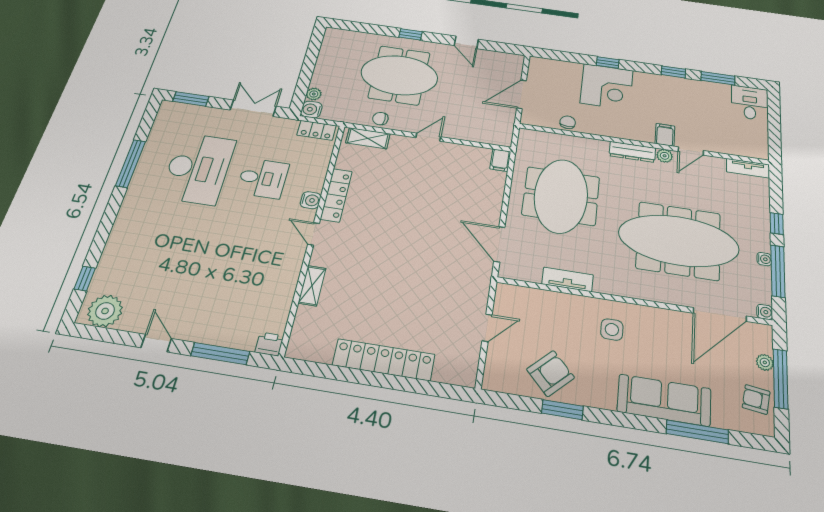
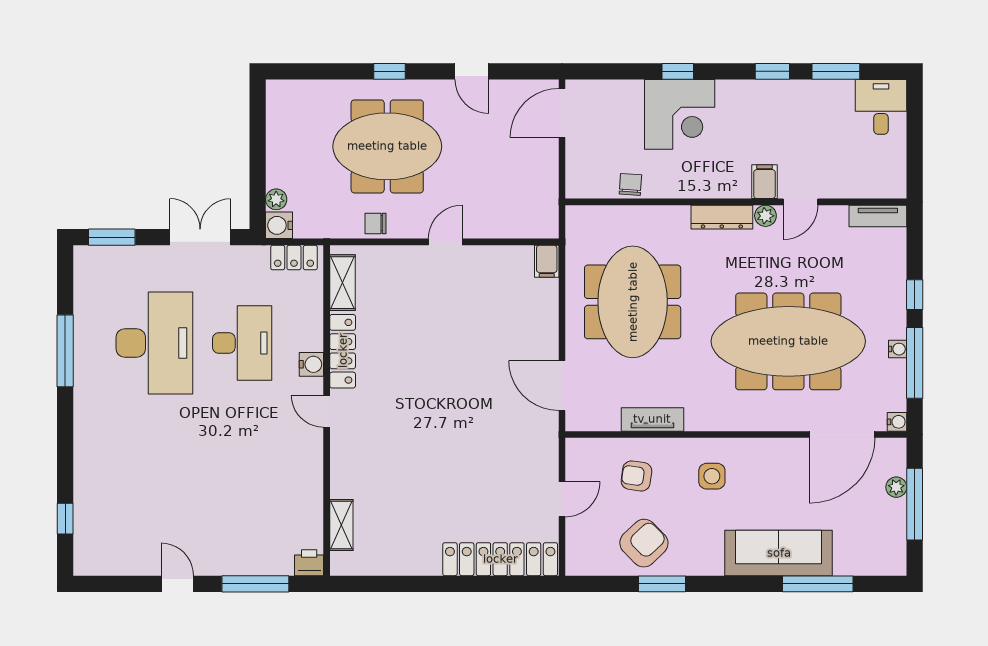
door: (522, 94) -> (562, 113), moved
shelving: (368, 138) -> (342, 283), moved, turned 90
desk: (263, 178) -> (242, 343), width x1.37
shelving: (312, 286) -> (341, 525), moved
plant: (105, 311) -> (104, 555), removed
locker: (384, 360) -> (500, 559), moved
armchair: (756, 399) -> (636, 476), moved

